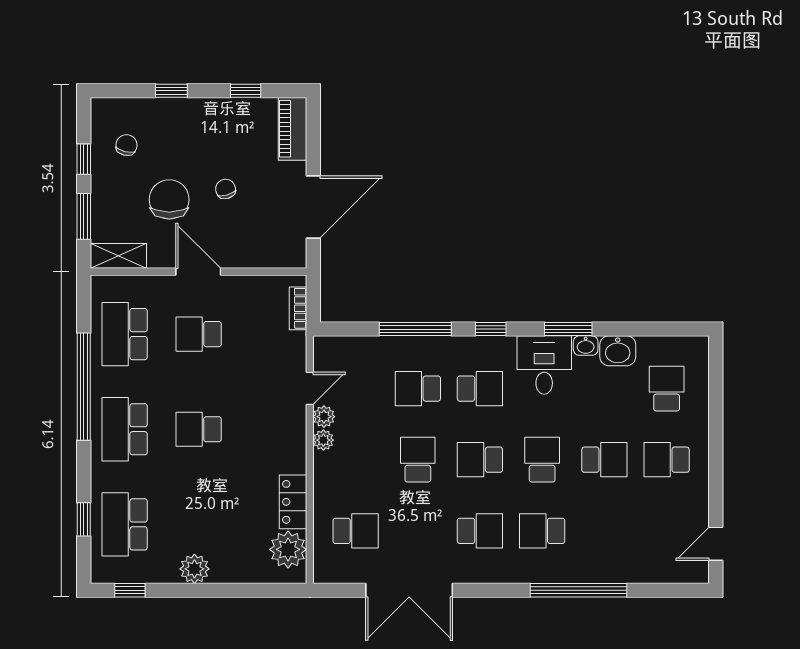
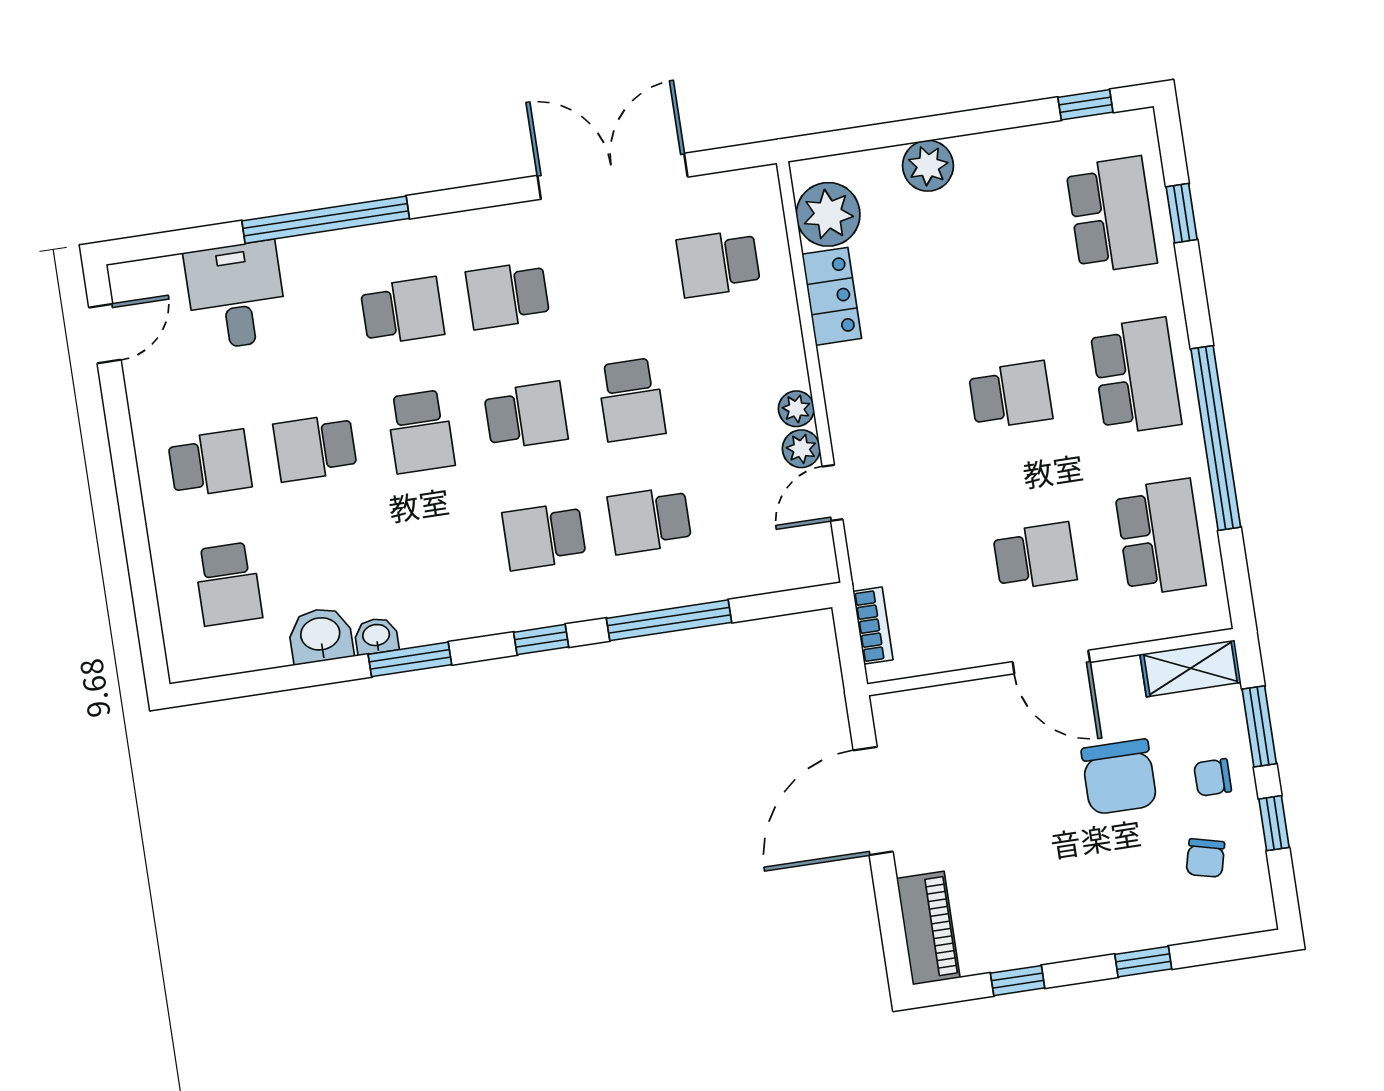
chair: (226, 189) -> (1213, 777), moved, turned 106
desk: (544, 365) -> (236, 295), moved, turned 180
school desk: (418, 389) -> (650, 520), turned 180
plant: (194, 569) -> (928, 166), moved

